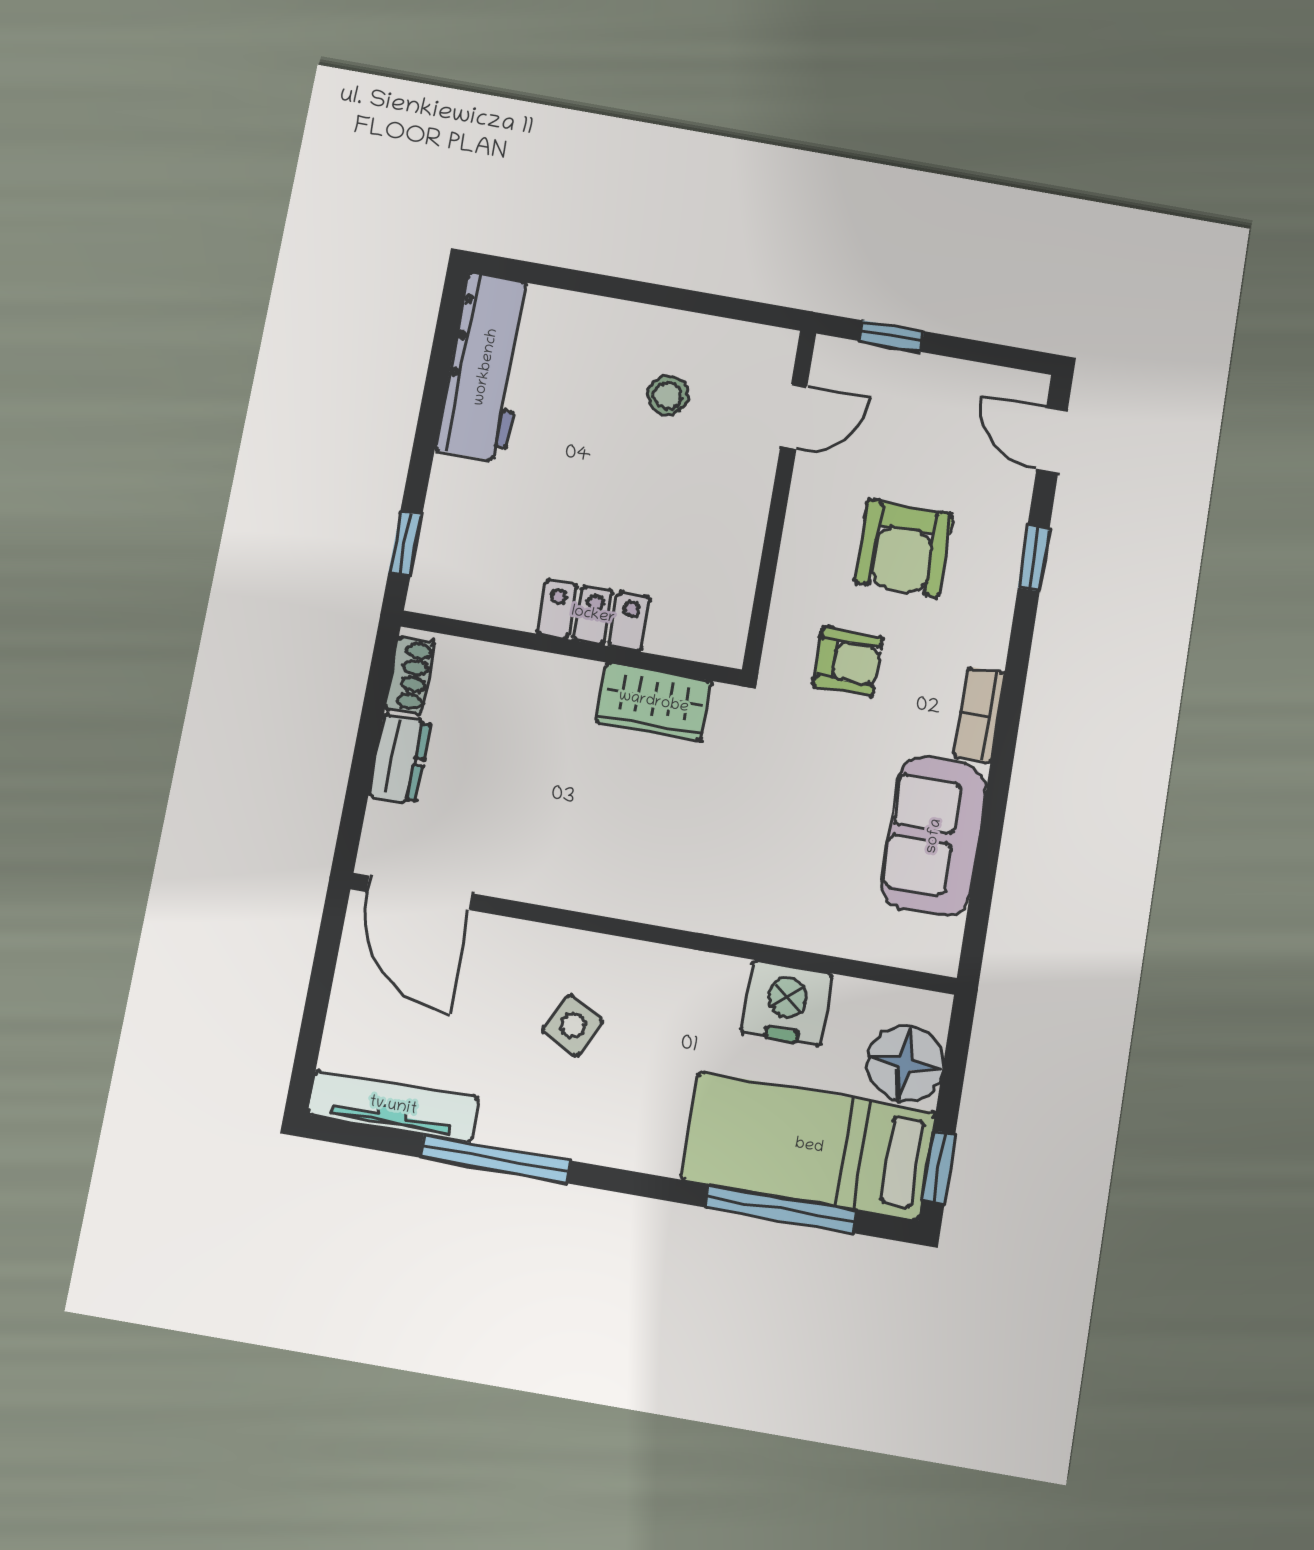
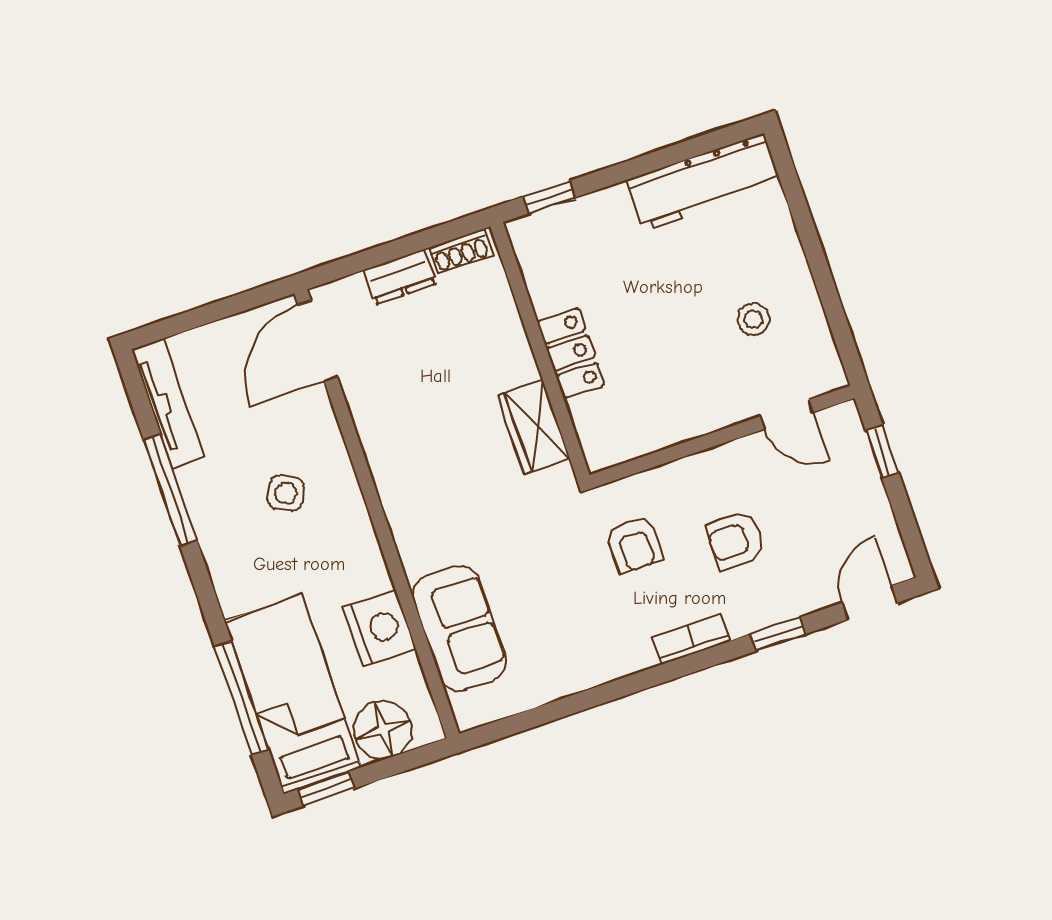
armchair: (903, 548) -> (735, 540), width x0.72, depth x0.72
bookcase: (979, 715) -> (692, 639), moved
sofa: (934, 836) -> (459, 628), moved, turned 90

